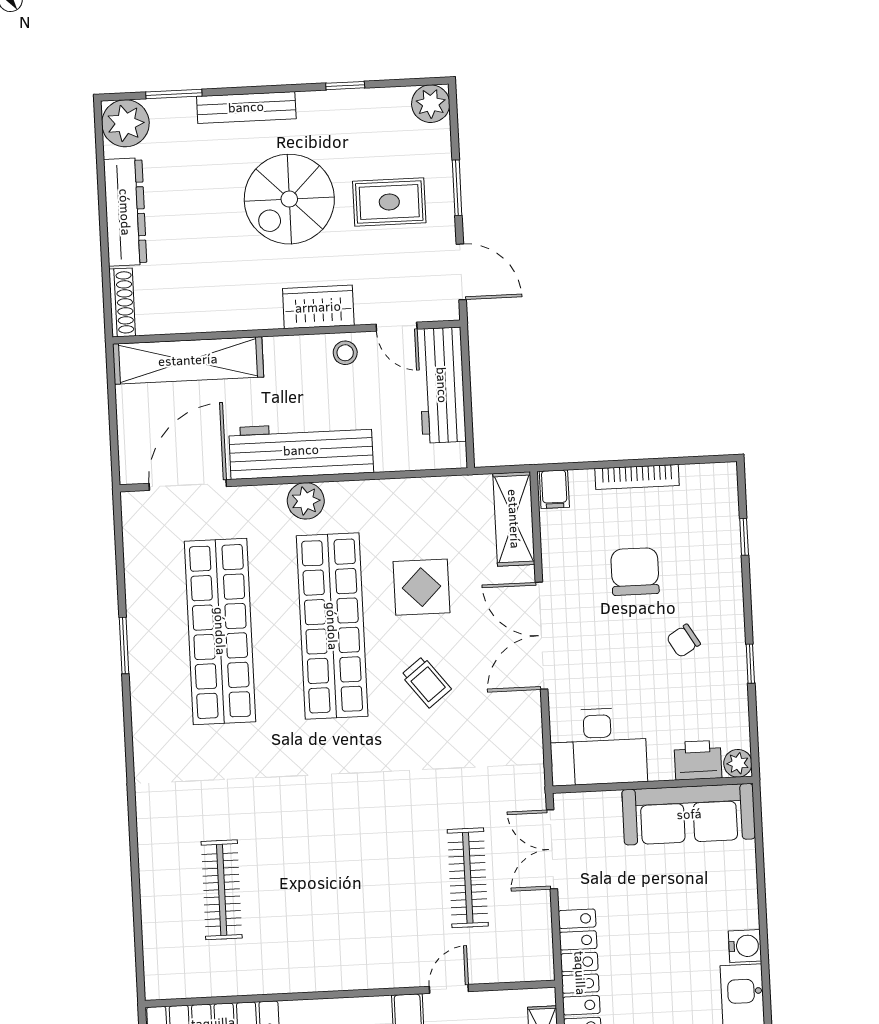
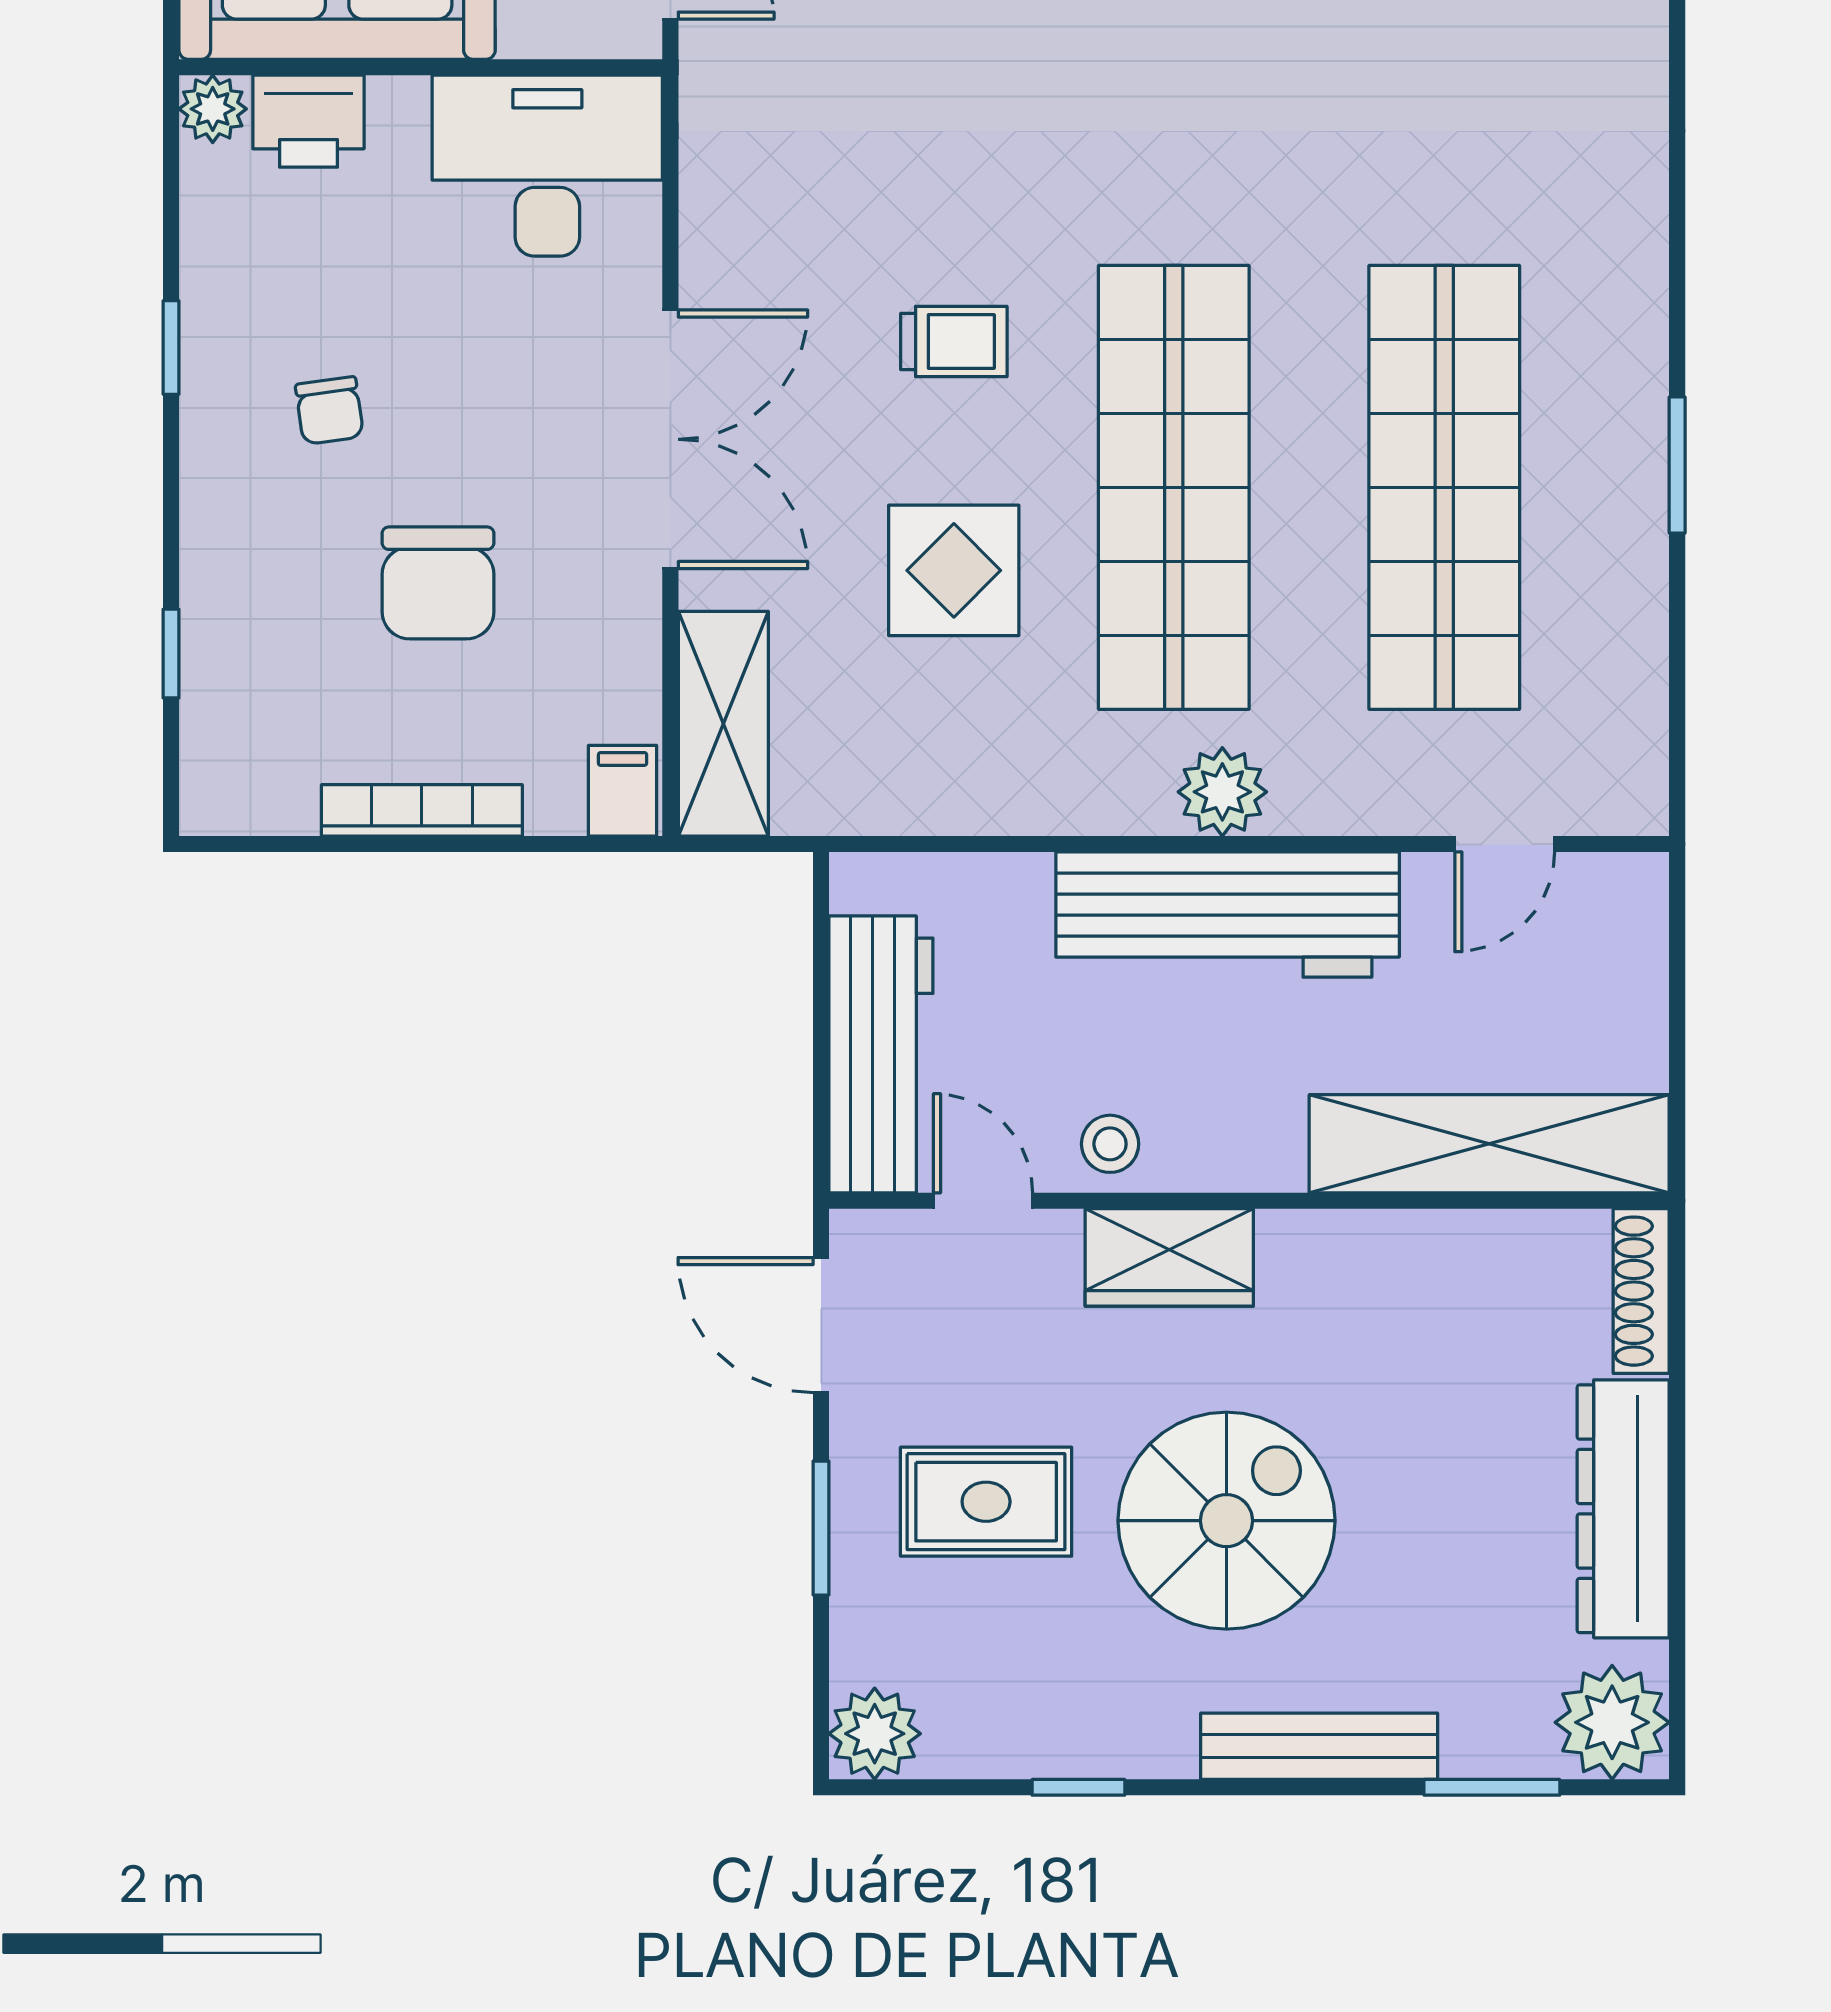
door: (188, 485) -> (1505, 844), width x0.53
chair: (683, 641) -> (329, 410), turned 113
trolley: (426, 682) -> (954, 342), turned 128

